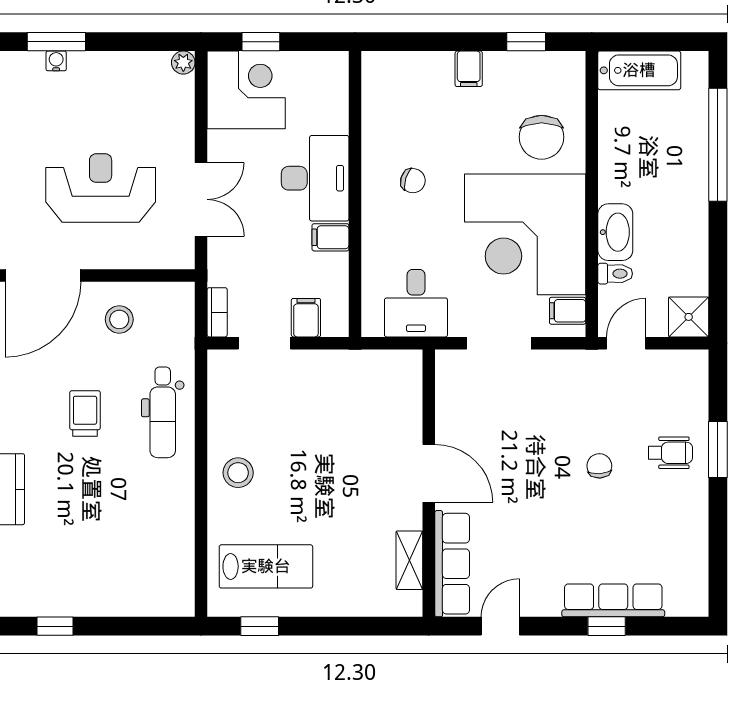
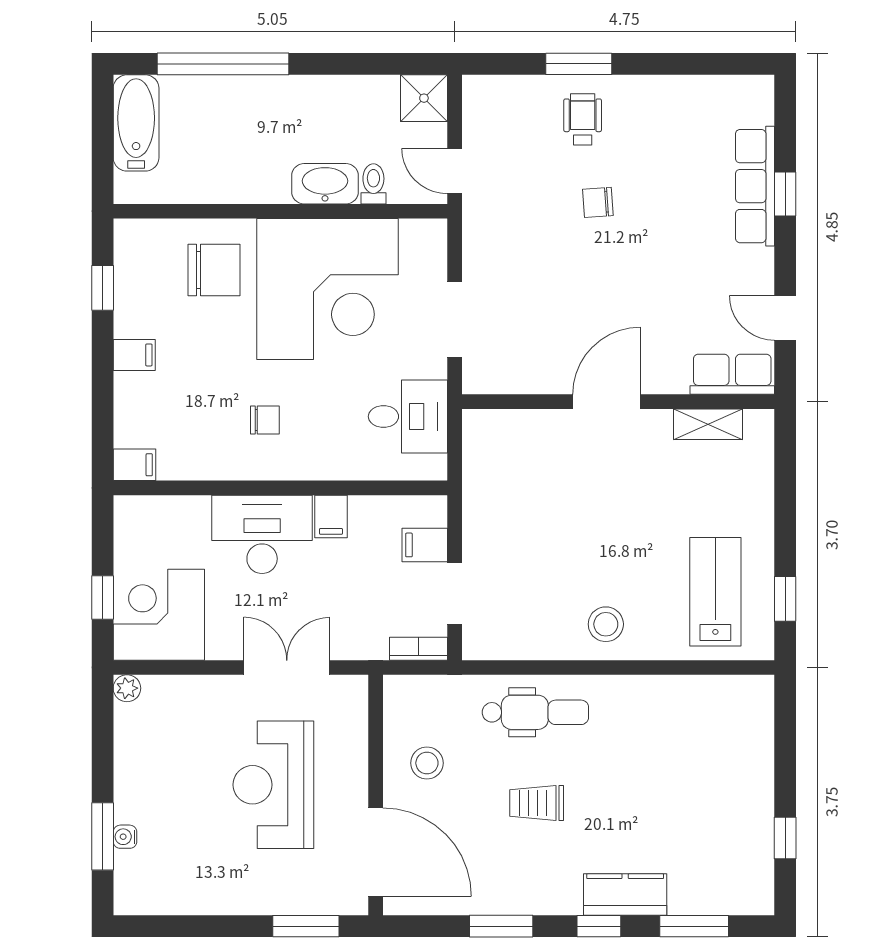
bathtub: (639, 70) -> (136, 123), moved
chair: (413, 181) -> (265, 420), turned 73
filing cabinet: (568, 311) -> (134, 465), moved, turned -90
row of seats: (452, 564) -> (732, 374), width x0.68

